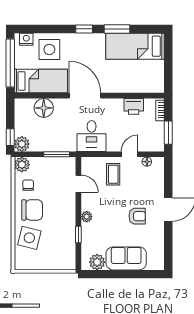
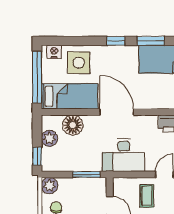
desk: (92, 136) -> (124, 155), width x1.37
plant: (22, 144) -> (49, 138), moved

